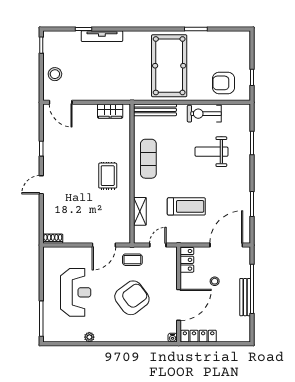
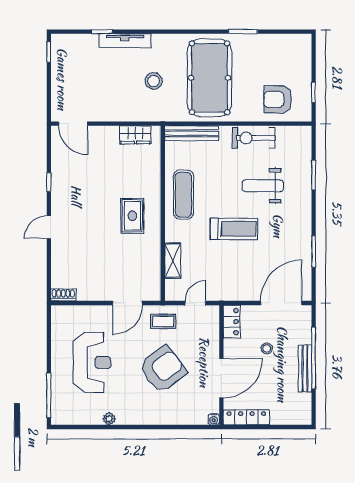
stool: (55, 74) -> (154, 81), moved
treadmill: (186, 206) -> (234, 229), moved

